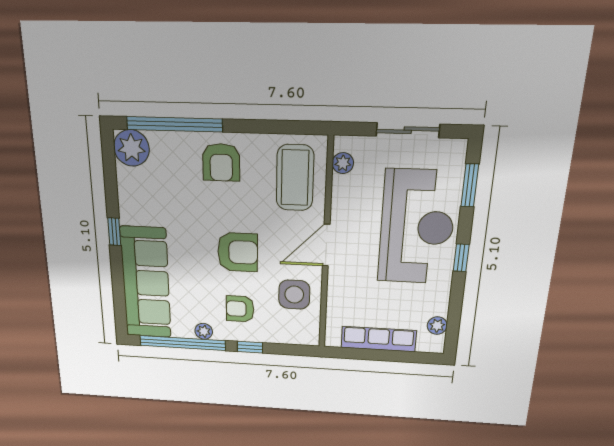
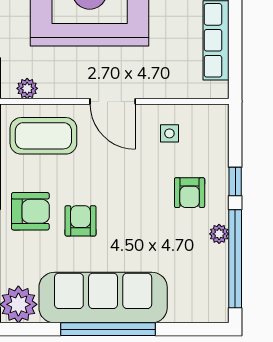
window: (114, 232) -> (108, 329), width x3.17
armchair: (238, 252) -> (81, 221), moved, width x0.72, depth x0.72
sofa: (146, 283) -> (103, 298), moved
side table: (294, 295) -> (169, 133), width x0.54, depth x0.54

